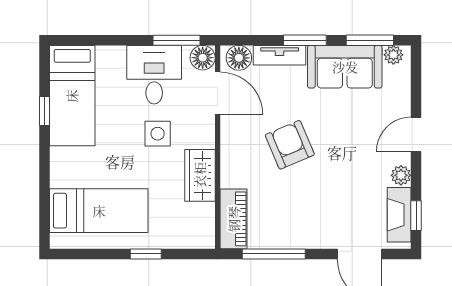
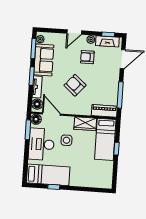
desk: (154, 75) -> (41, 144), width x1.37
door: (218, 93) -> (51, 114), hinge flipped
door: (416, 134) -> (74, 32), hinge flipped
armchair: (290, 145) -> (75, 85), turned 64
armchair: (359, 170) -> (87, 57), added
bed: (99, 211) -> (105, 139), moved, turned 180

